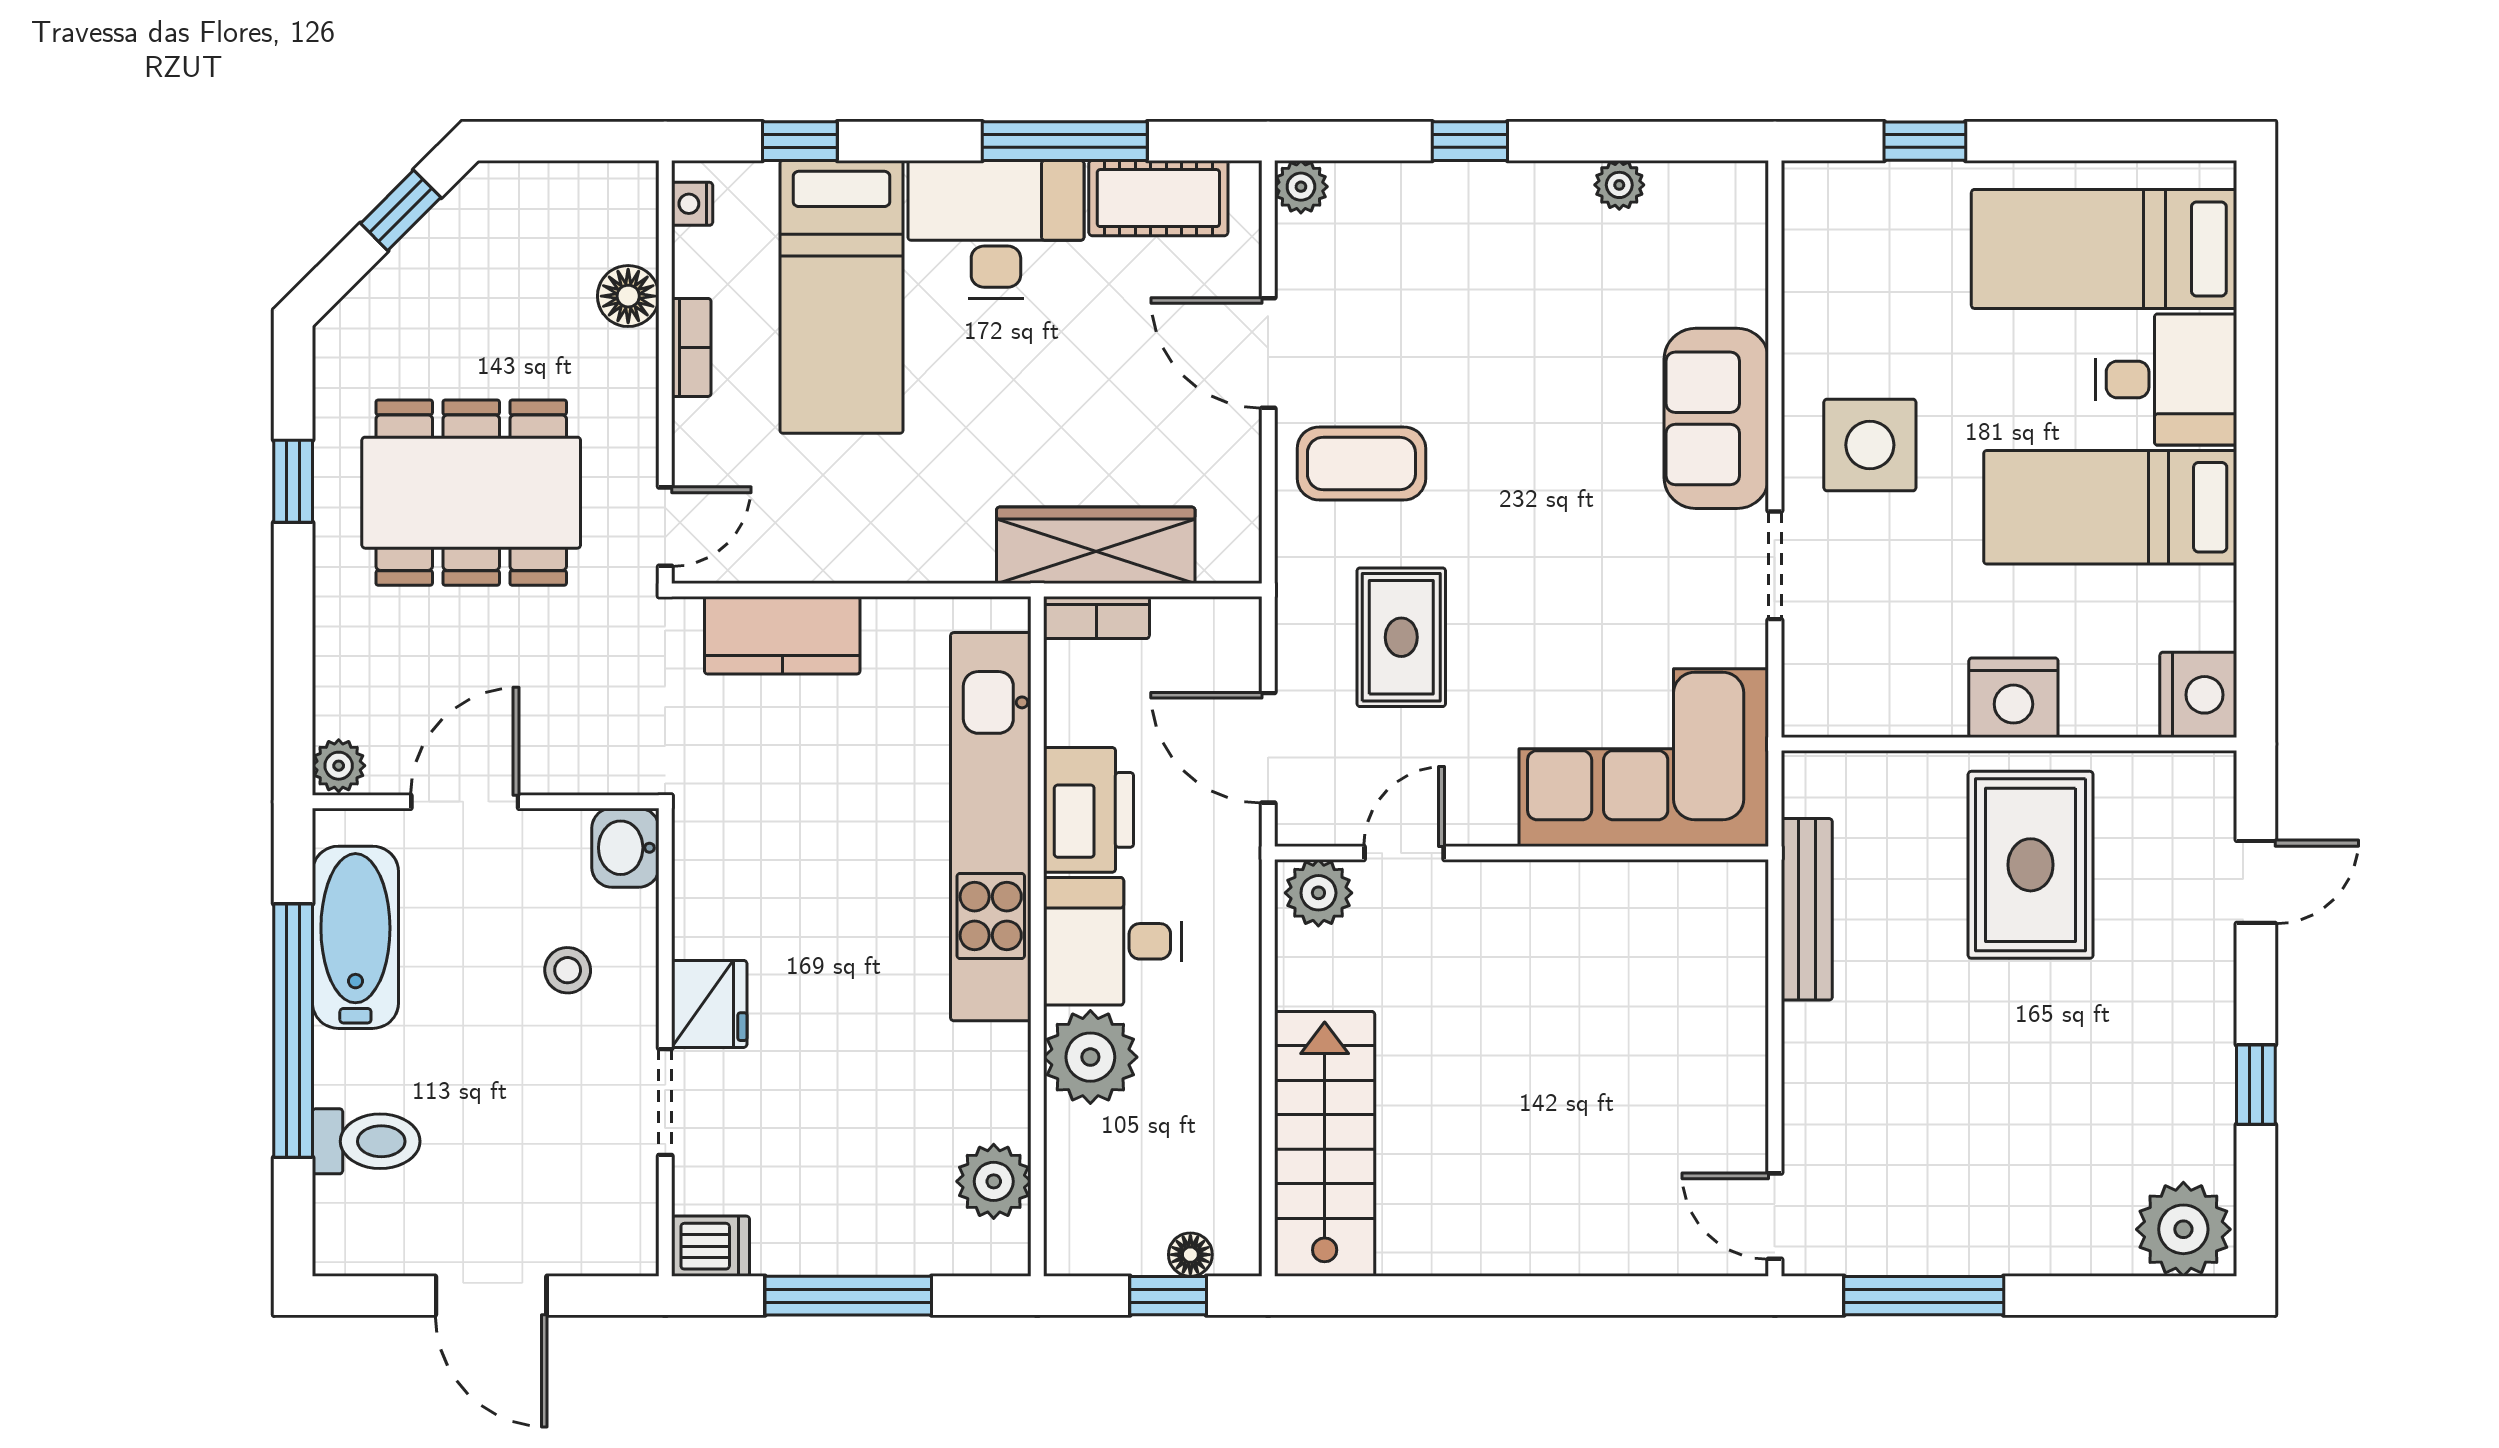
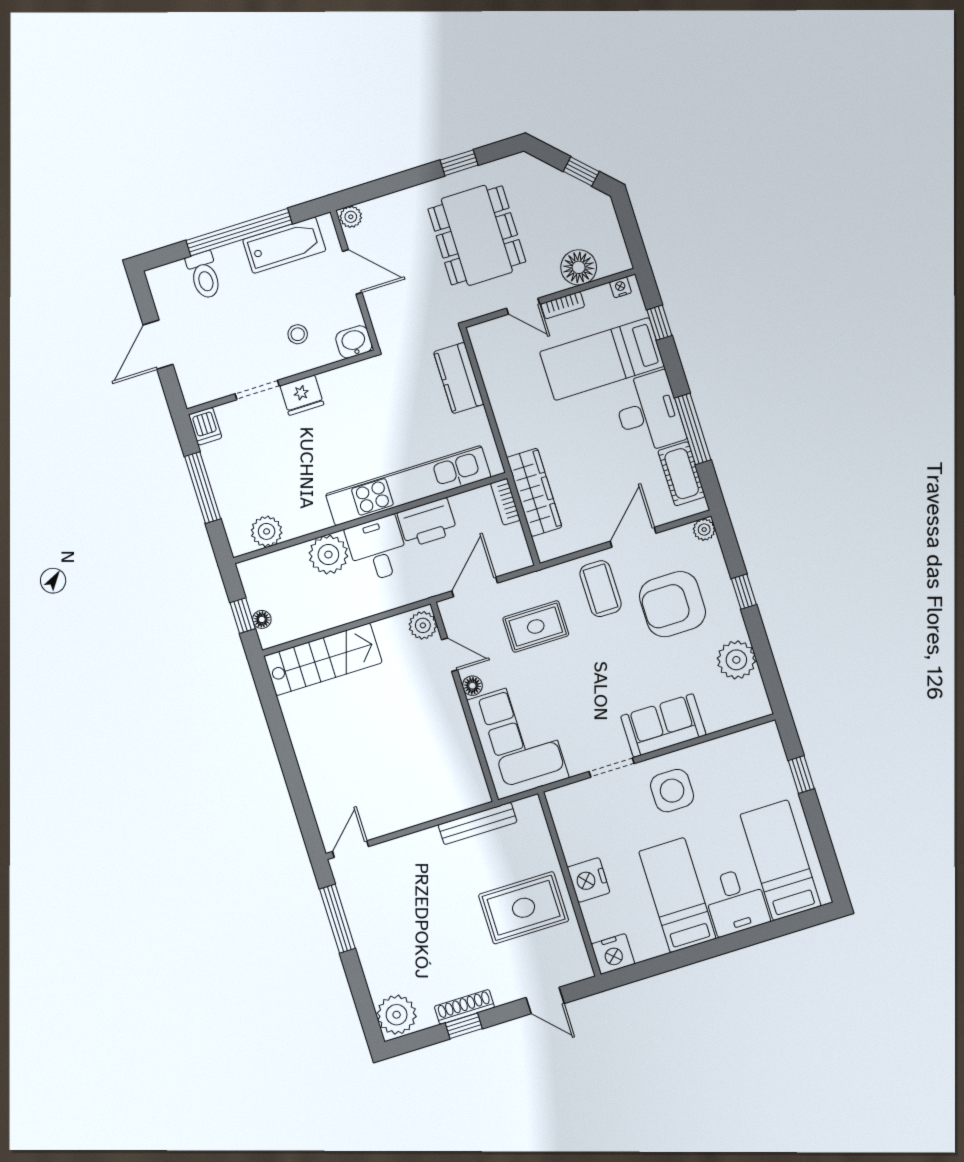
plant: (1619, 185) -> (736, 660), width x1.88, depth x1.88
floor lamp: (628, 296) -> (579, 267), width x1.38, depth x1.38
armchair: (1448, 311) -> (672, 604), added
door: (665, 527) -> (523, 306), moved
floor lamp: (1491, 823) -> (472, 686), added
shoe rack: (2213, 1070) -> (464, 1007), added

